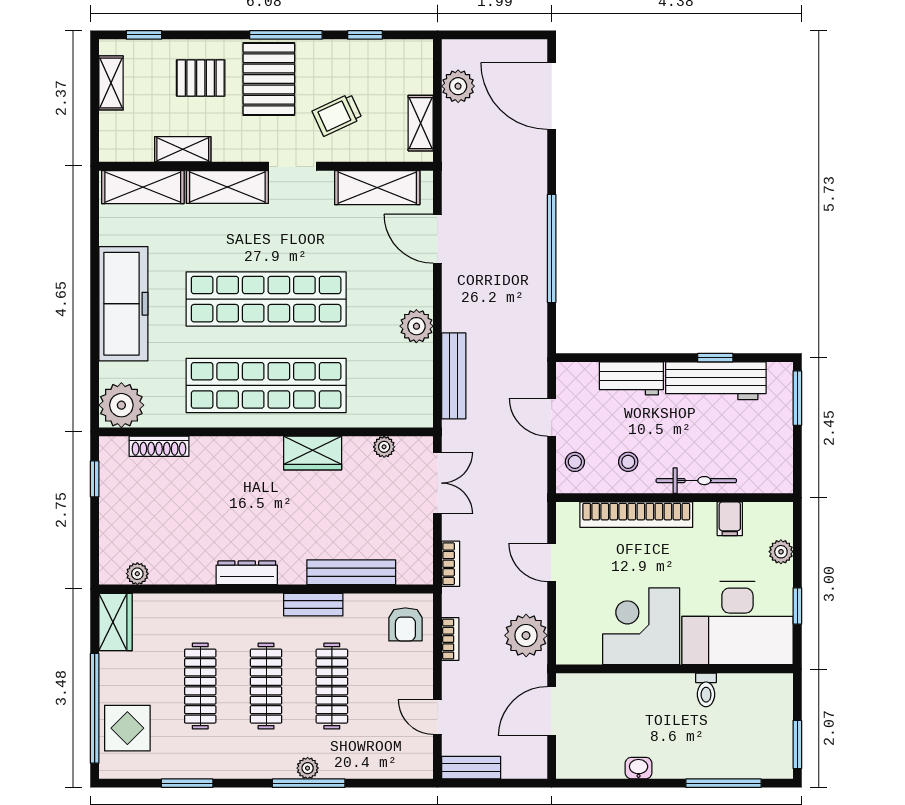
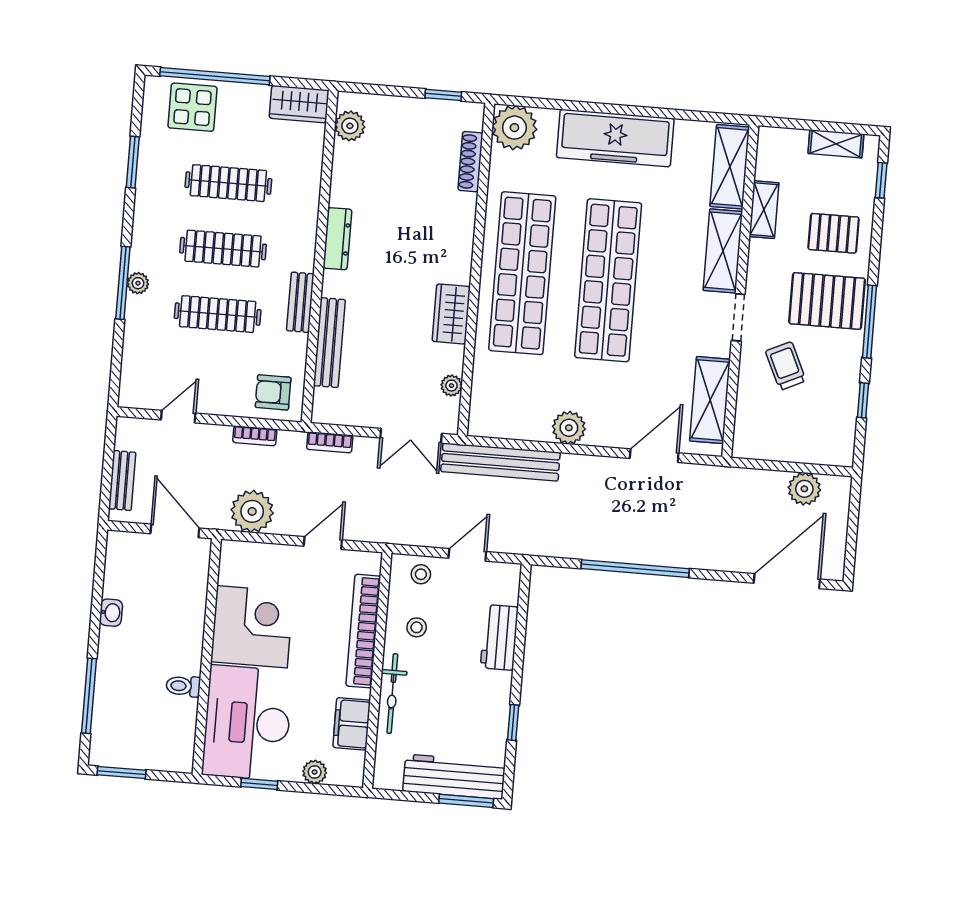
pallet: (201, 78) -> (834, 233), turned 90
shelving: (421, 123) -> (771, 449), removed
bench: (454, 376) -> (500, 462), width x1.37, depth x1.21
workbench: (716, 381) -> (454, 777), moved, turned 90
filing cabinet: (730, 519) -> (352, 724), width x2.00
plant: (137, 574) -> (350, 126), width x1.38, depth x1.38
bench: (471, 768) -> (122, 481), moved

